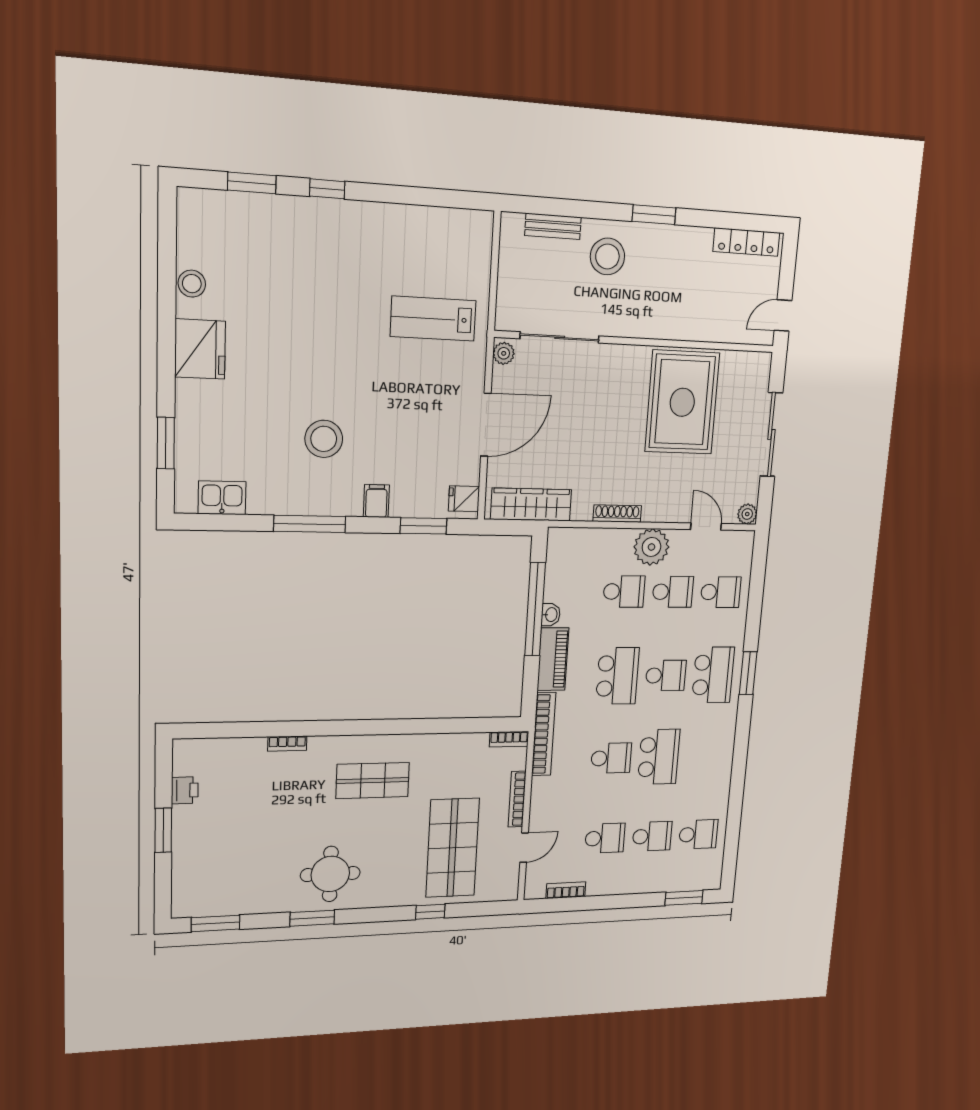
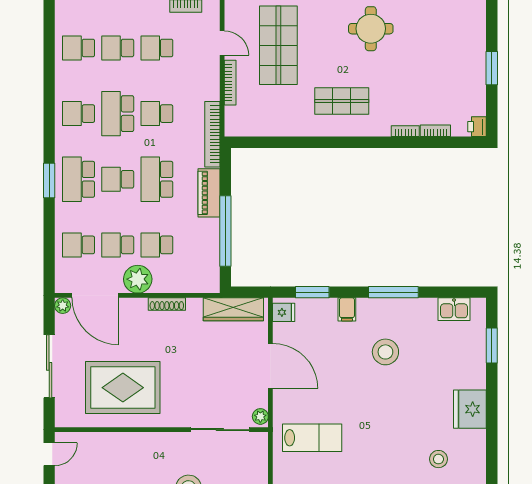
stool: (192, 284) -> (438, 459), moved
rug: (682, 402) -> (123, 388), turned 90
door: (486, 425) -> (270, 366), swing flipped
door: (706, 527) -> (95, 295), width x1.88
washbasin: (551, 615) -> (213, 227), removed
bookcase: (509, 739) -> (435, 131), moved
school desk: (706, 756) -> (79, 114), added
printer: (185, 790) -> (477, 127), moved
door: (524, 848) -> (222, 43), swing flipped

